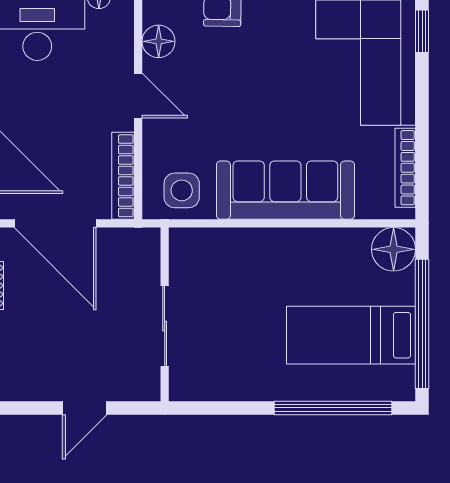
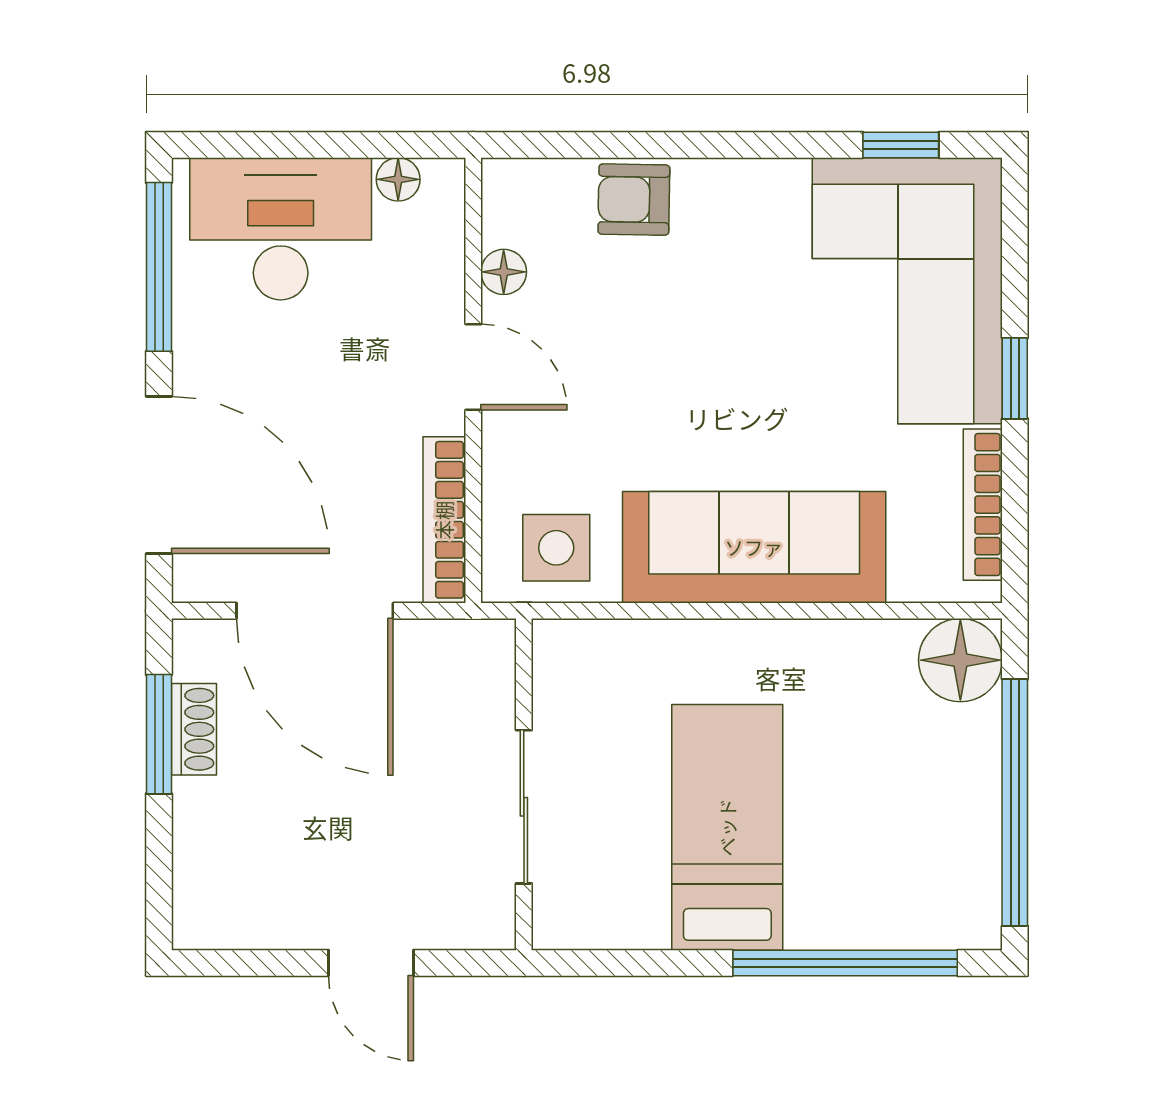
window: (422, 31) -> (1015, 378), moved
floor lamp: (159, 41) -> (504, 272), width x0.73, depth x0.73
bed: (351, 335) -> (727, 827), moved, turned 90
door: (85, 408) -> (371, 963), hinge flipped

